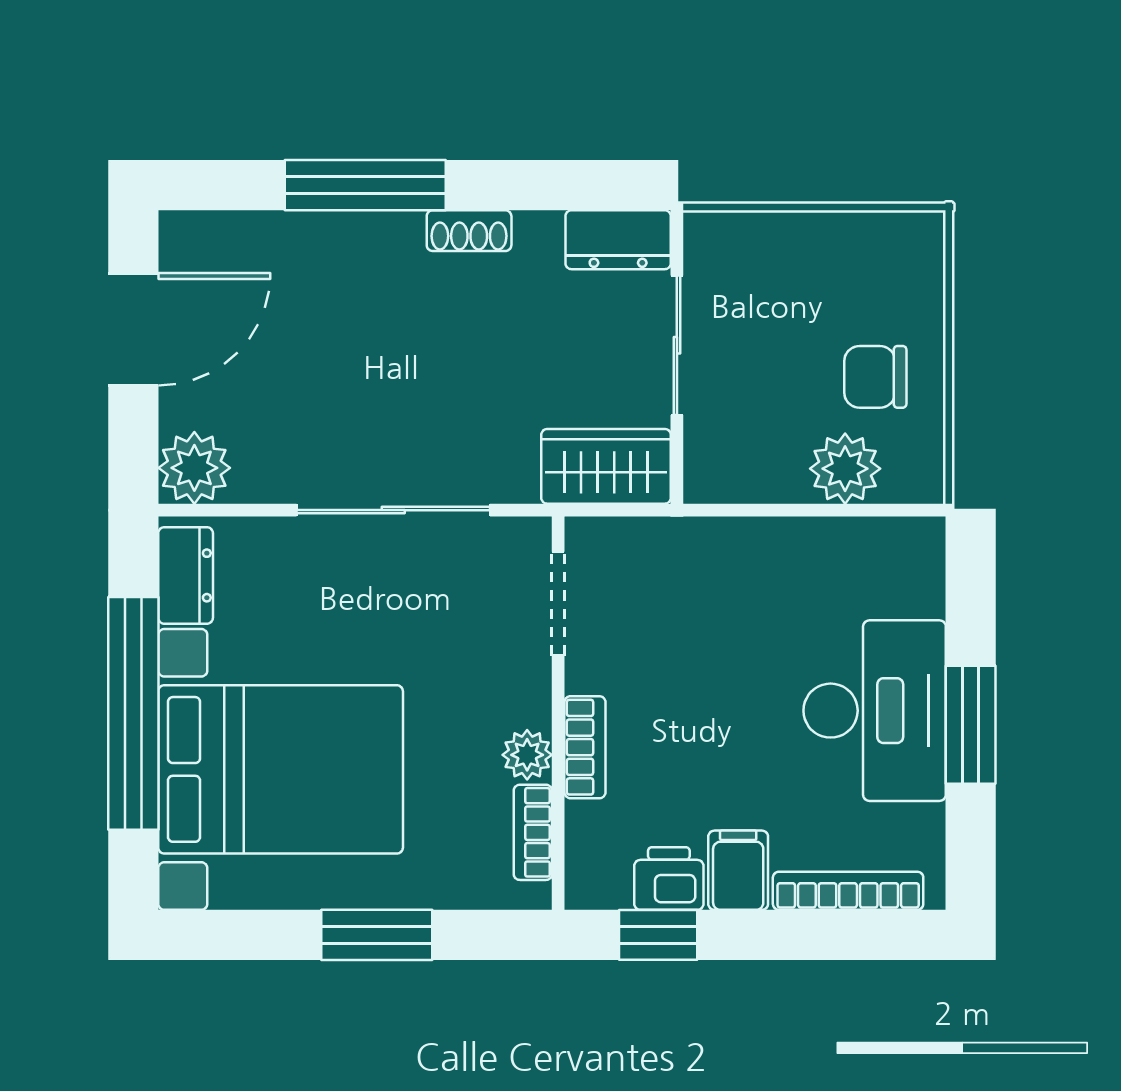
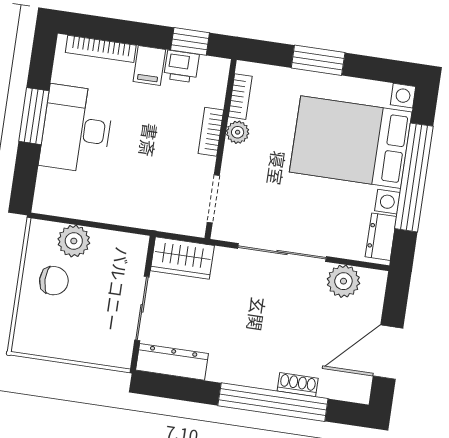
window: (365, 185) -> (273, 402), width x1.46
shoe rack: (469, 231) -> (298, 385), moved
dresser: (618, 240) -> (172, 362), width x1.44
plant: (194, 468) -> (343, 281), moved

